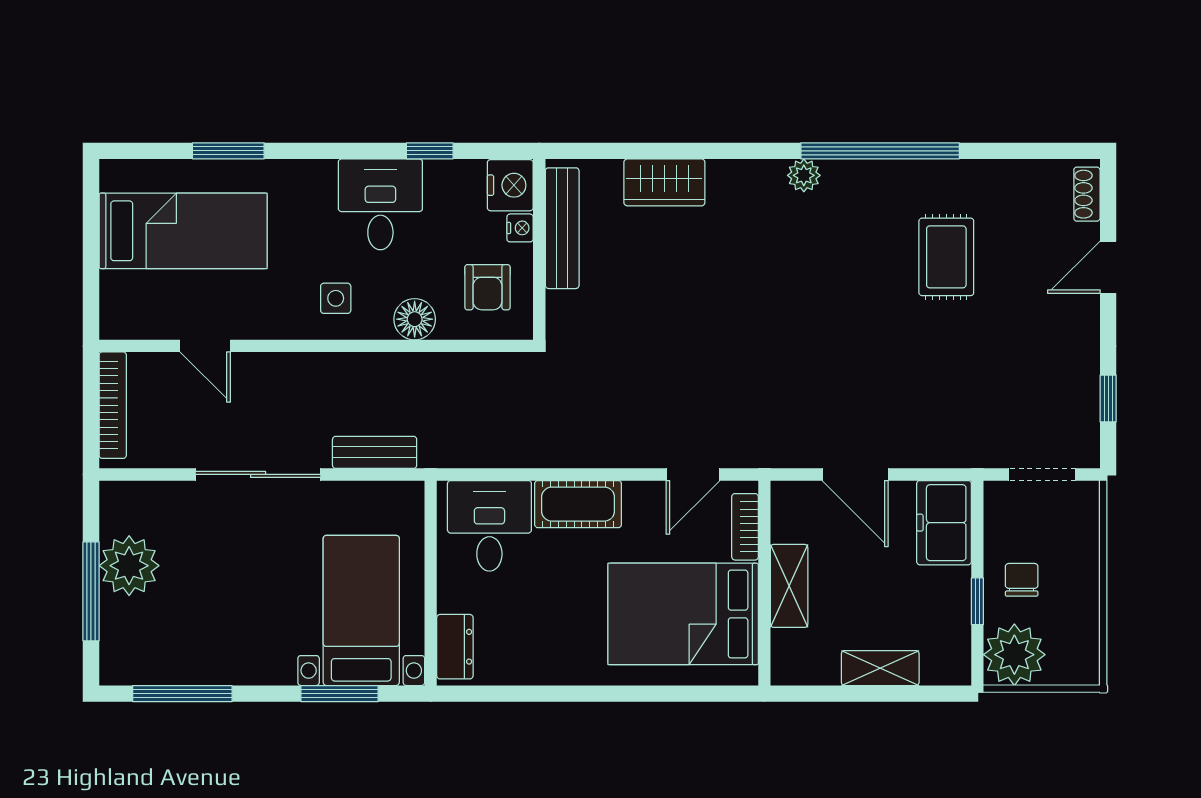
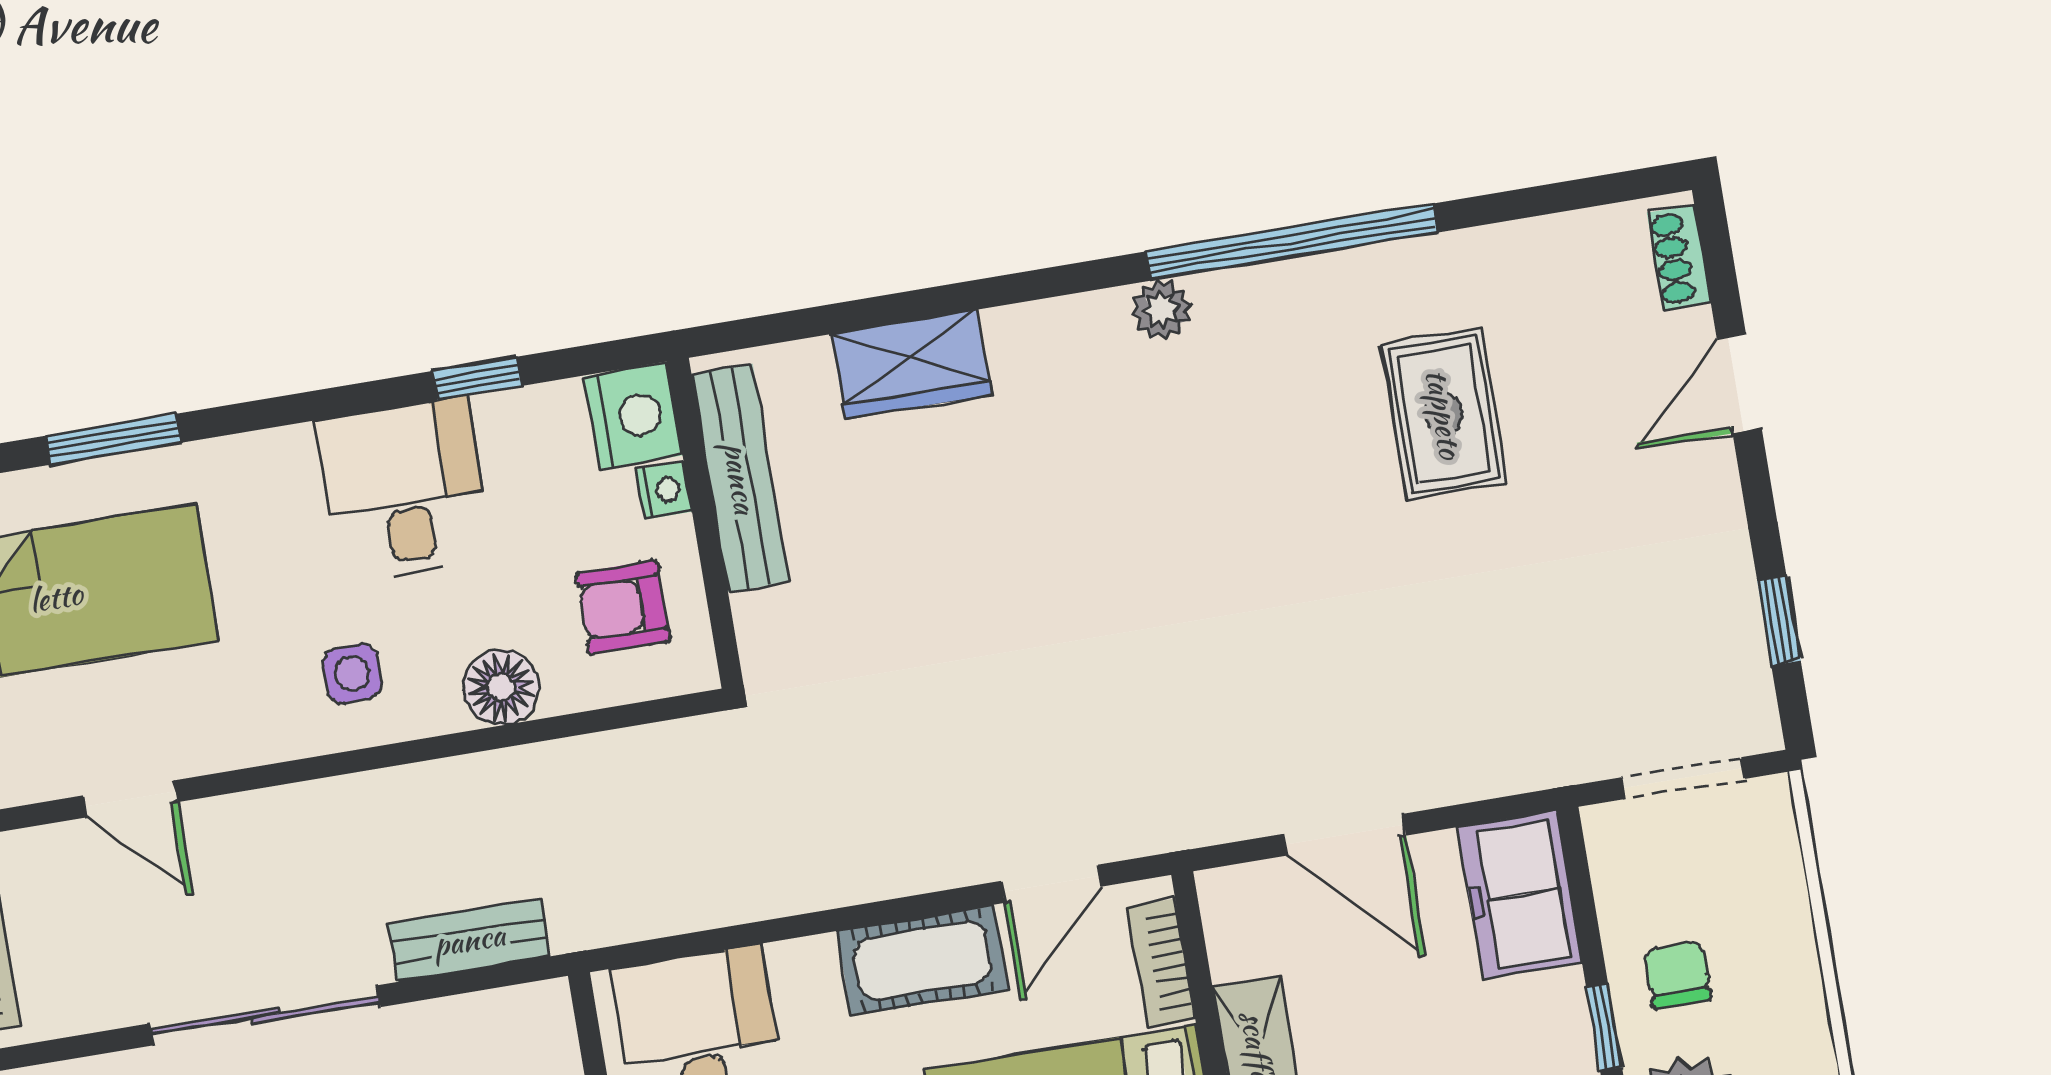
armchair: (487, 287) -> (623, 607), turned 90
cot: (578, 504) -> (923, 960), moved

